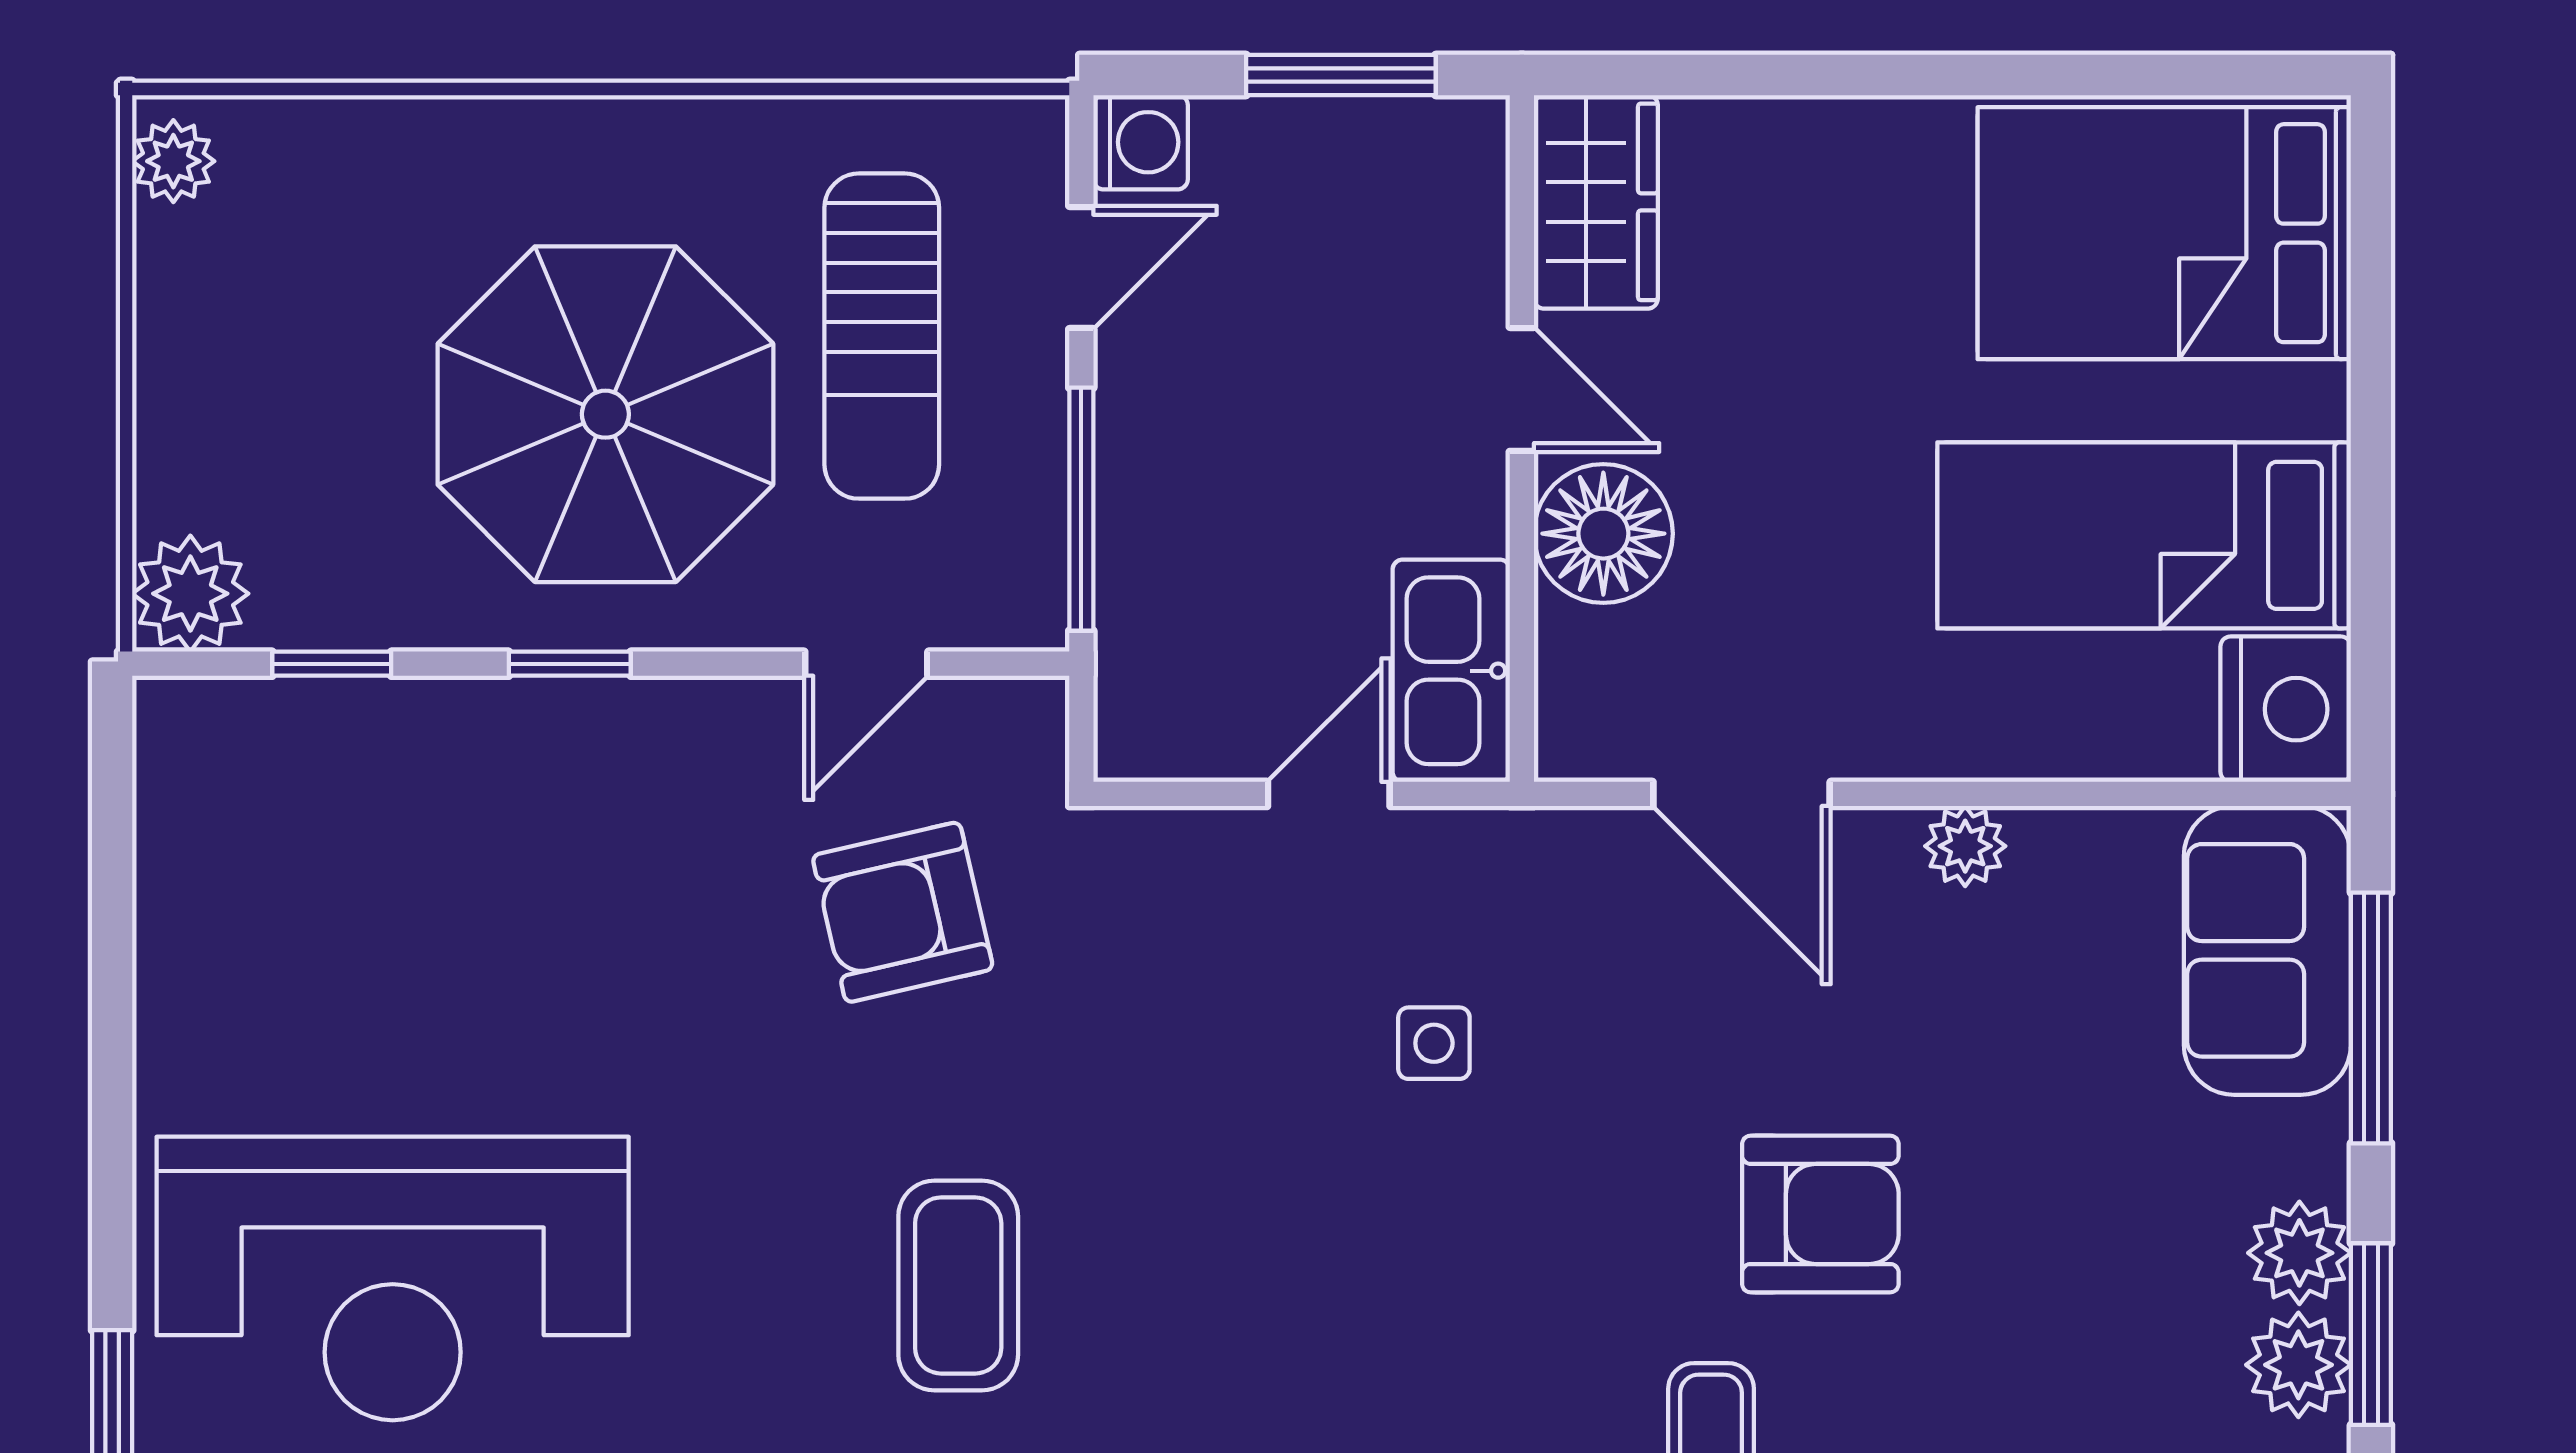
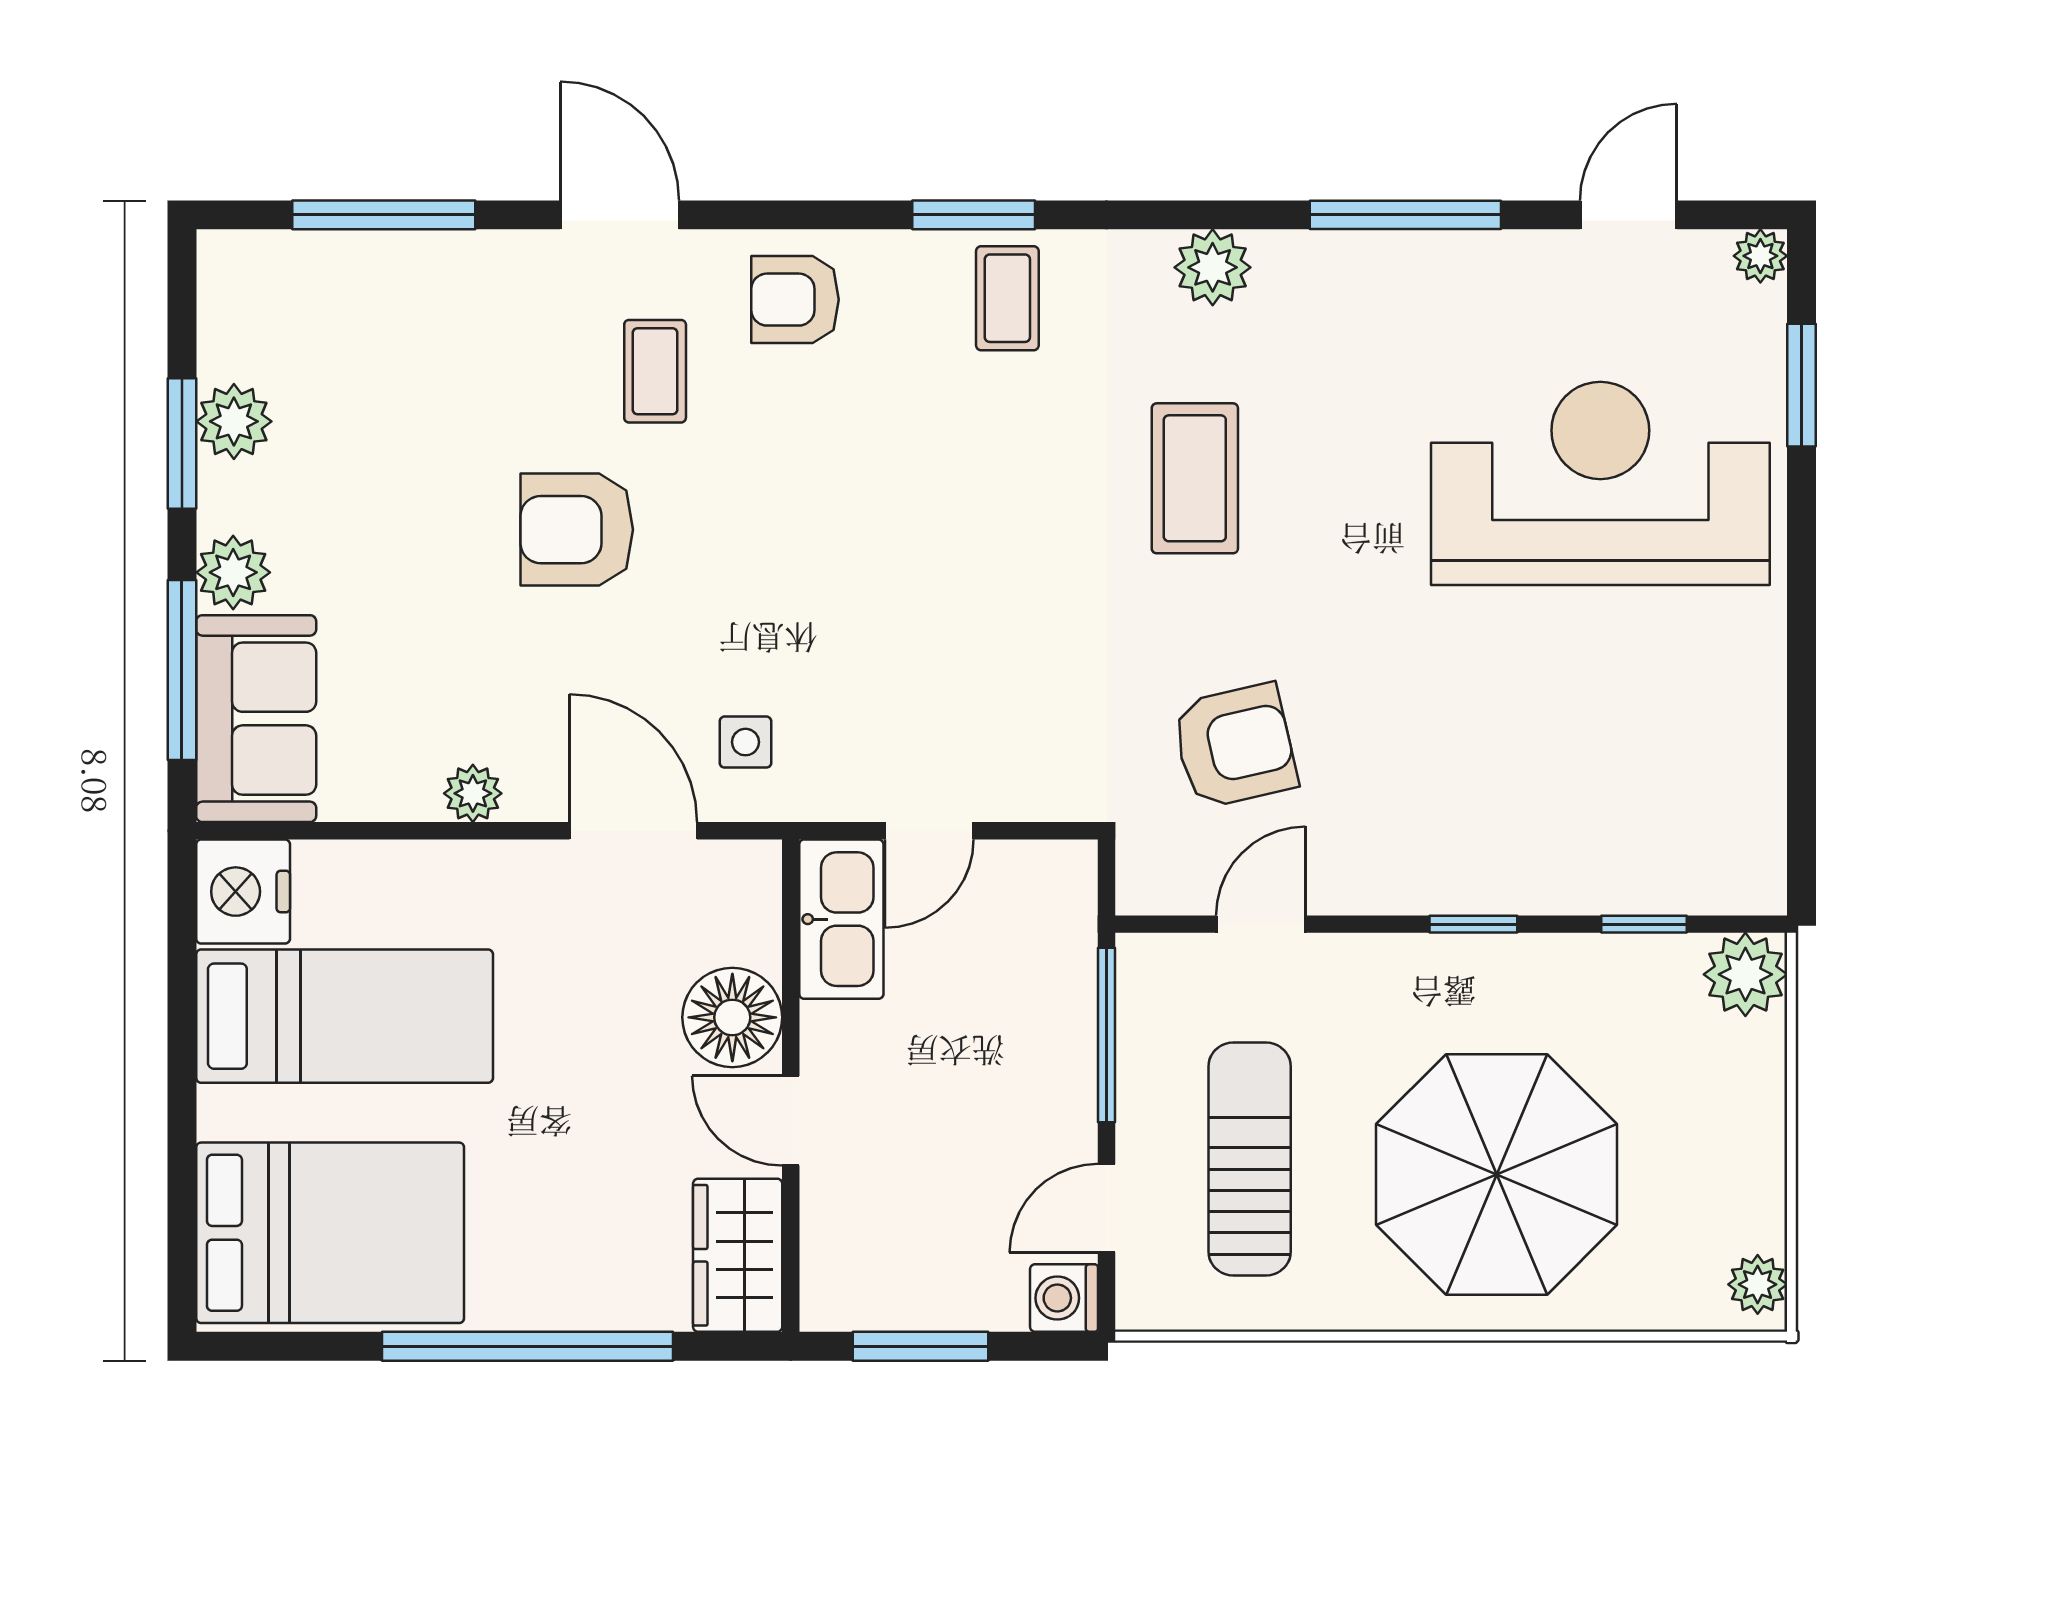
window: (1889, 75) -> (528, 1346), added
parasol: (605, 414) -> (1497, 1174), moved
side table: (1434, 1043) -> (745, 742), moved
plant: (2299, 1253) -> (233, 572), moved

